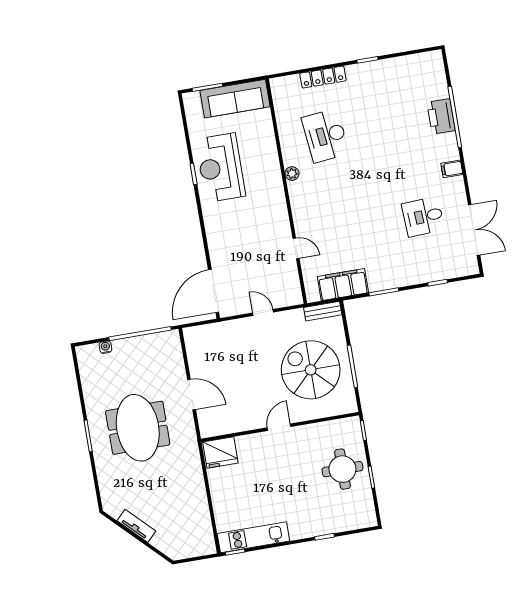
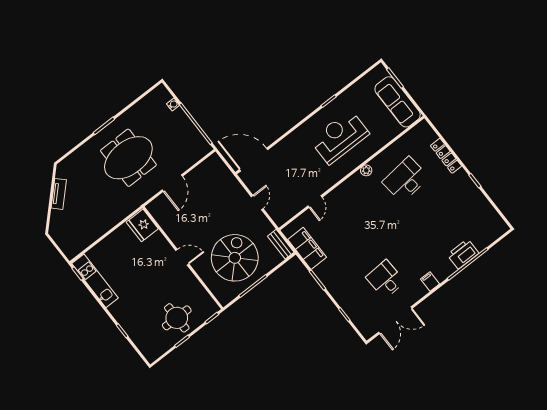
reception desk: (221, 168) -> (340, 137), moved

